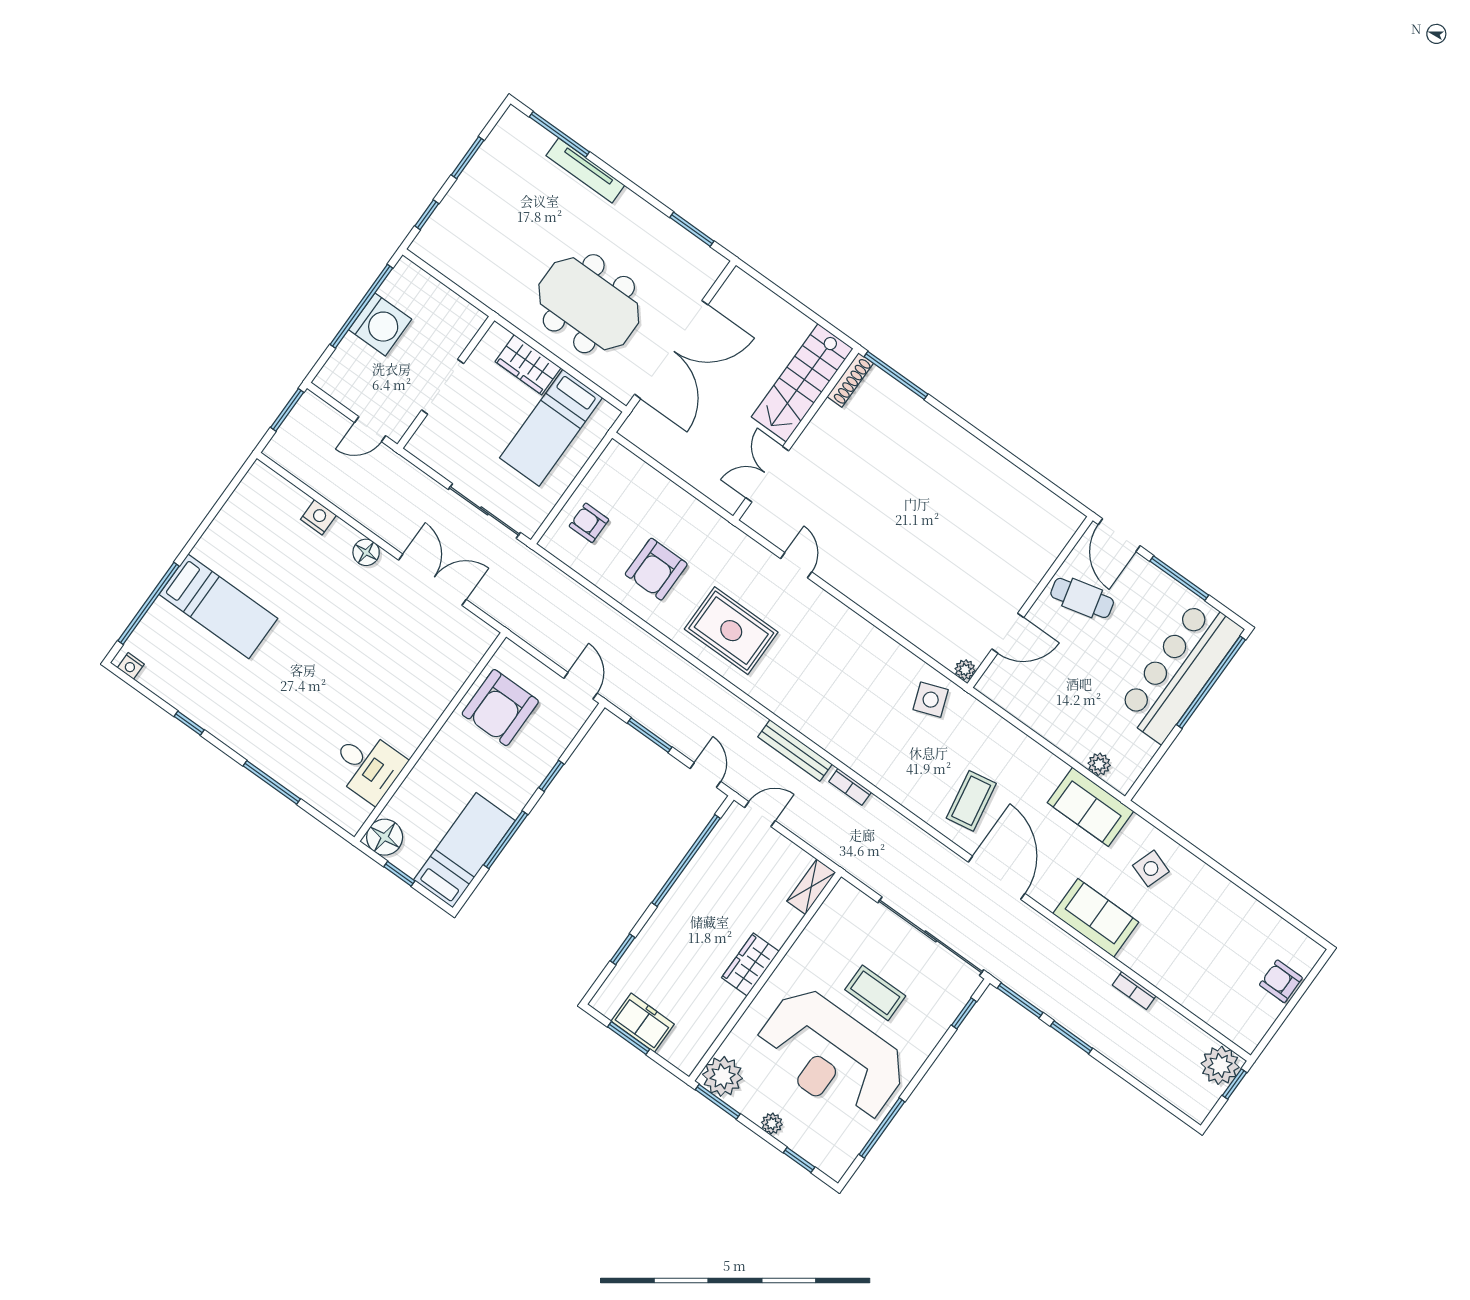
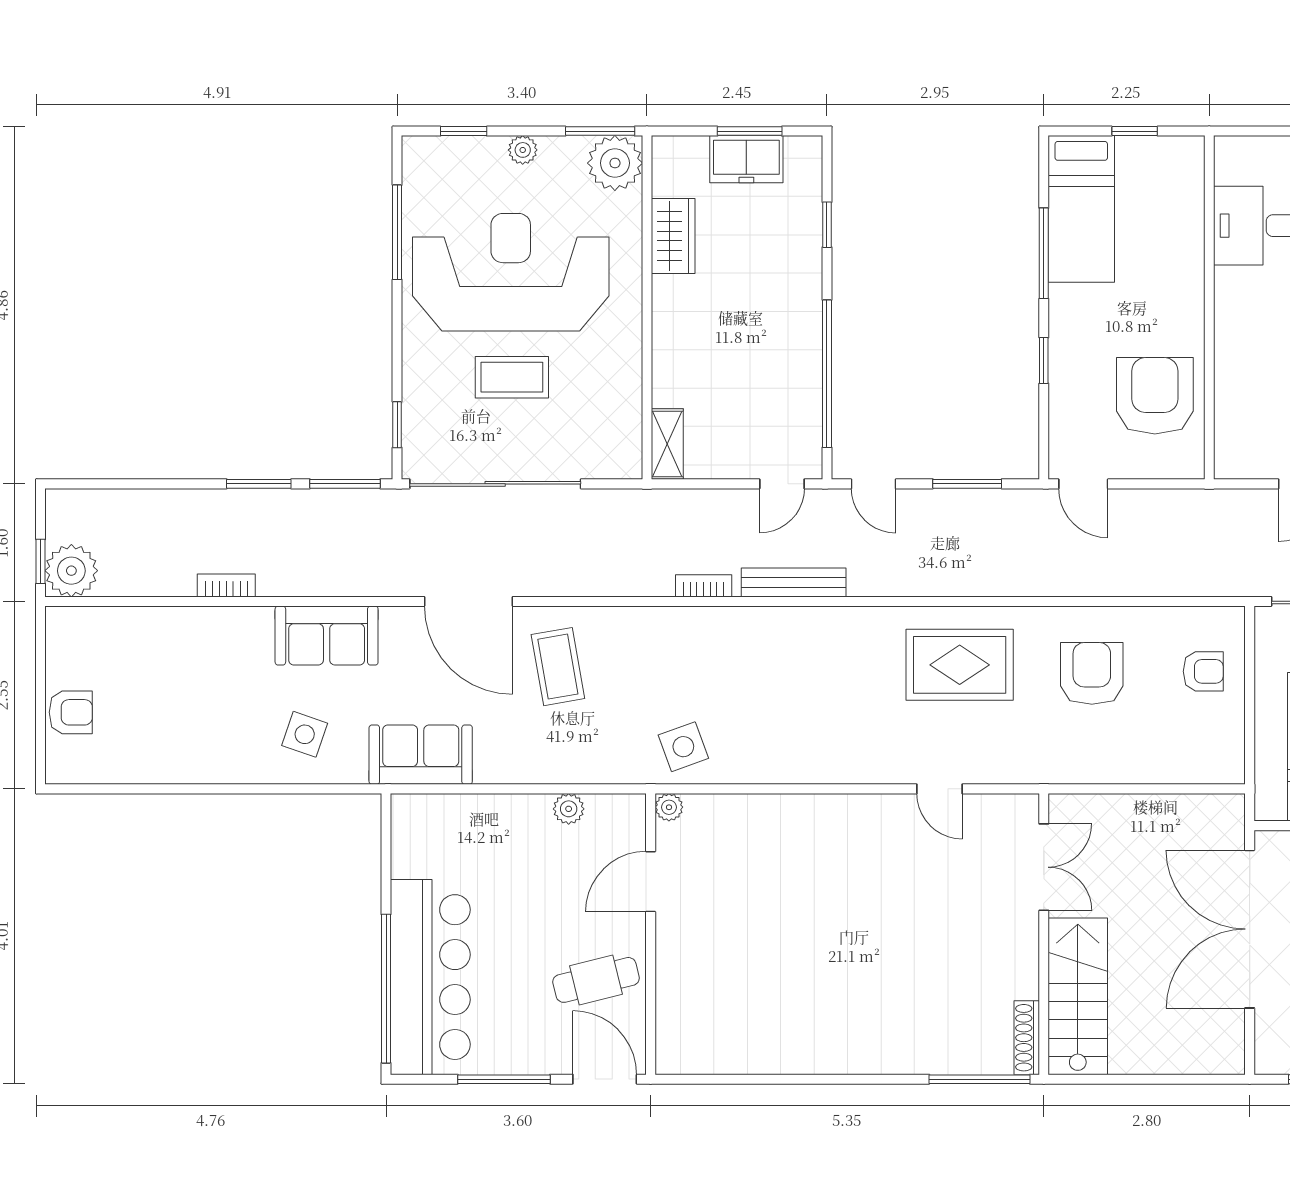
plant: (1099, 764) -> (569, 809), moved
floor lamp: (385, 837) -> (1180, 160), removed
wardrobe: (750, 964) -> (673, 236), moved

